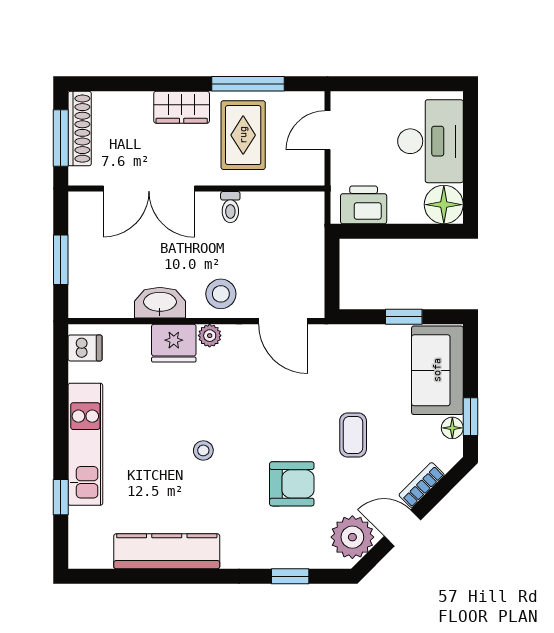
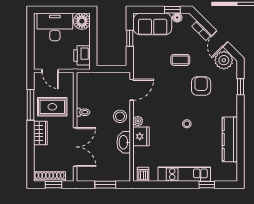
window: (61, 138) -> (53, 185), width x0.67

